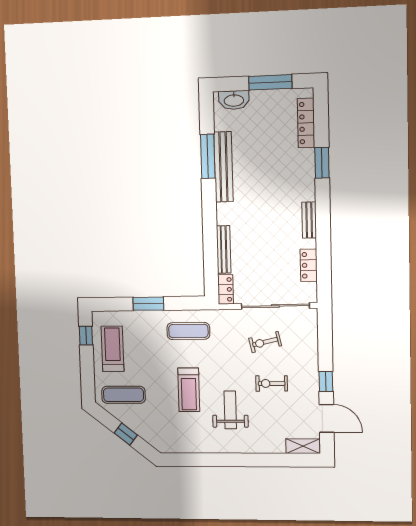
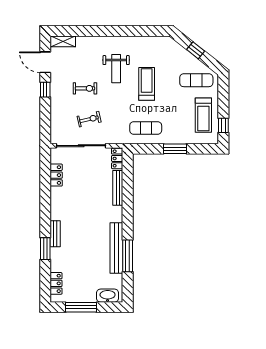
locker: (306, 123) -> (56, 283), width x0.66
bench: (309, 220) -> (55, 234), moved

